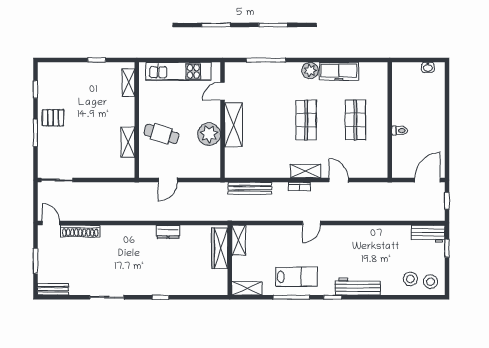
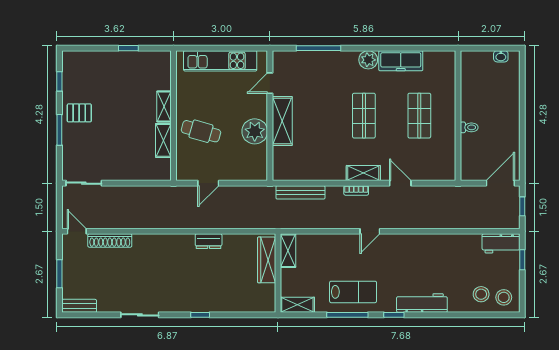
shelving: (128, 83) -> (164, 106), moved

